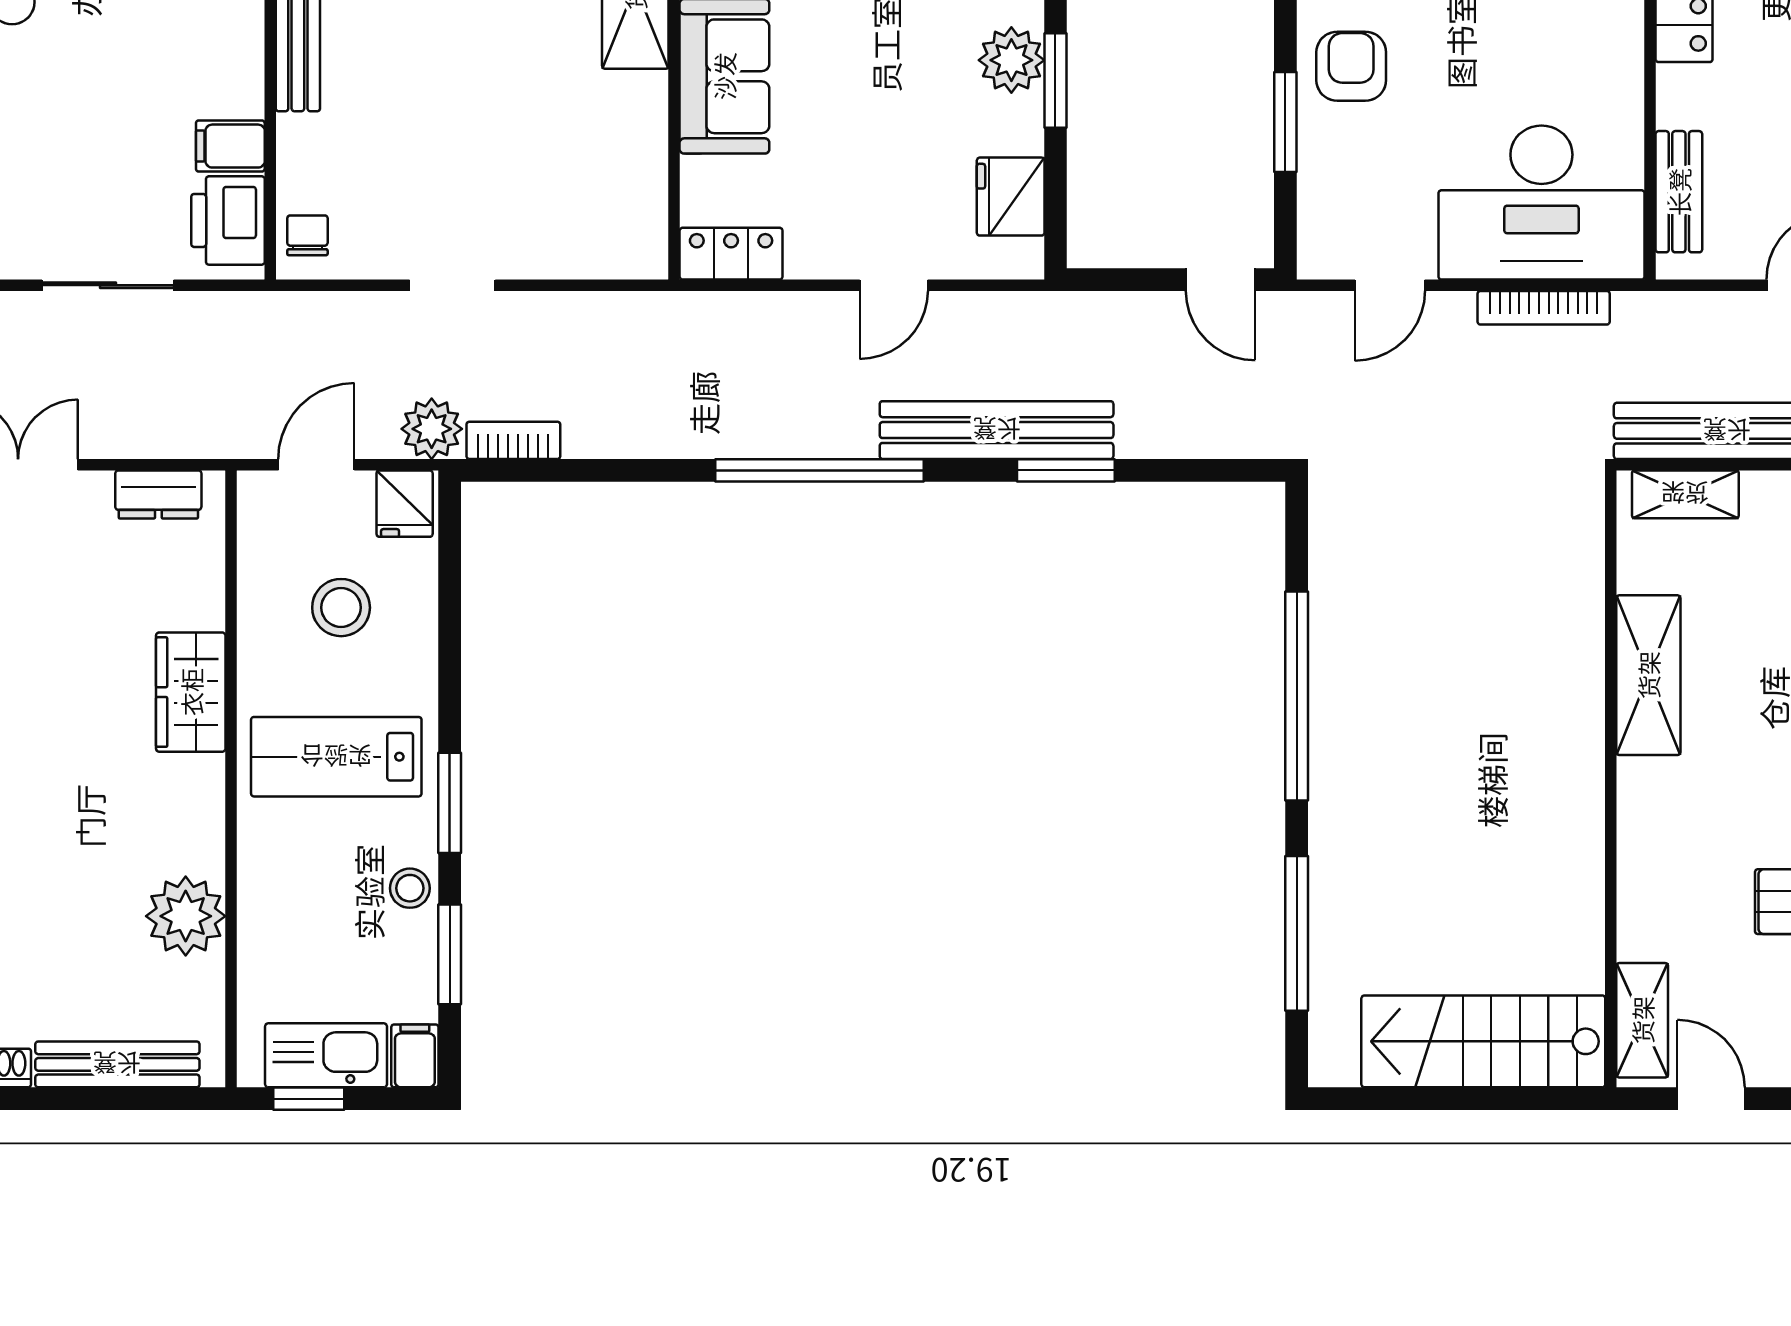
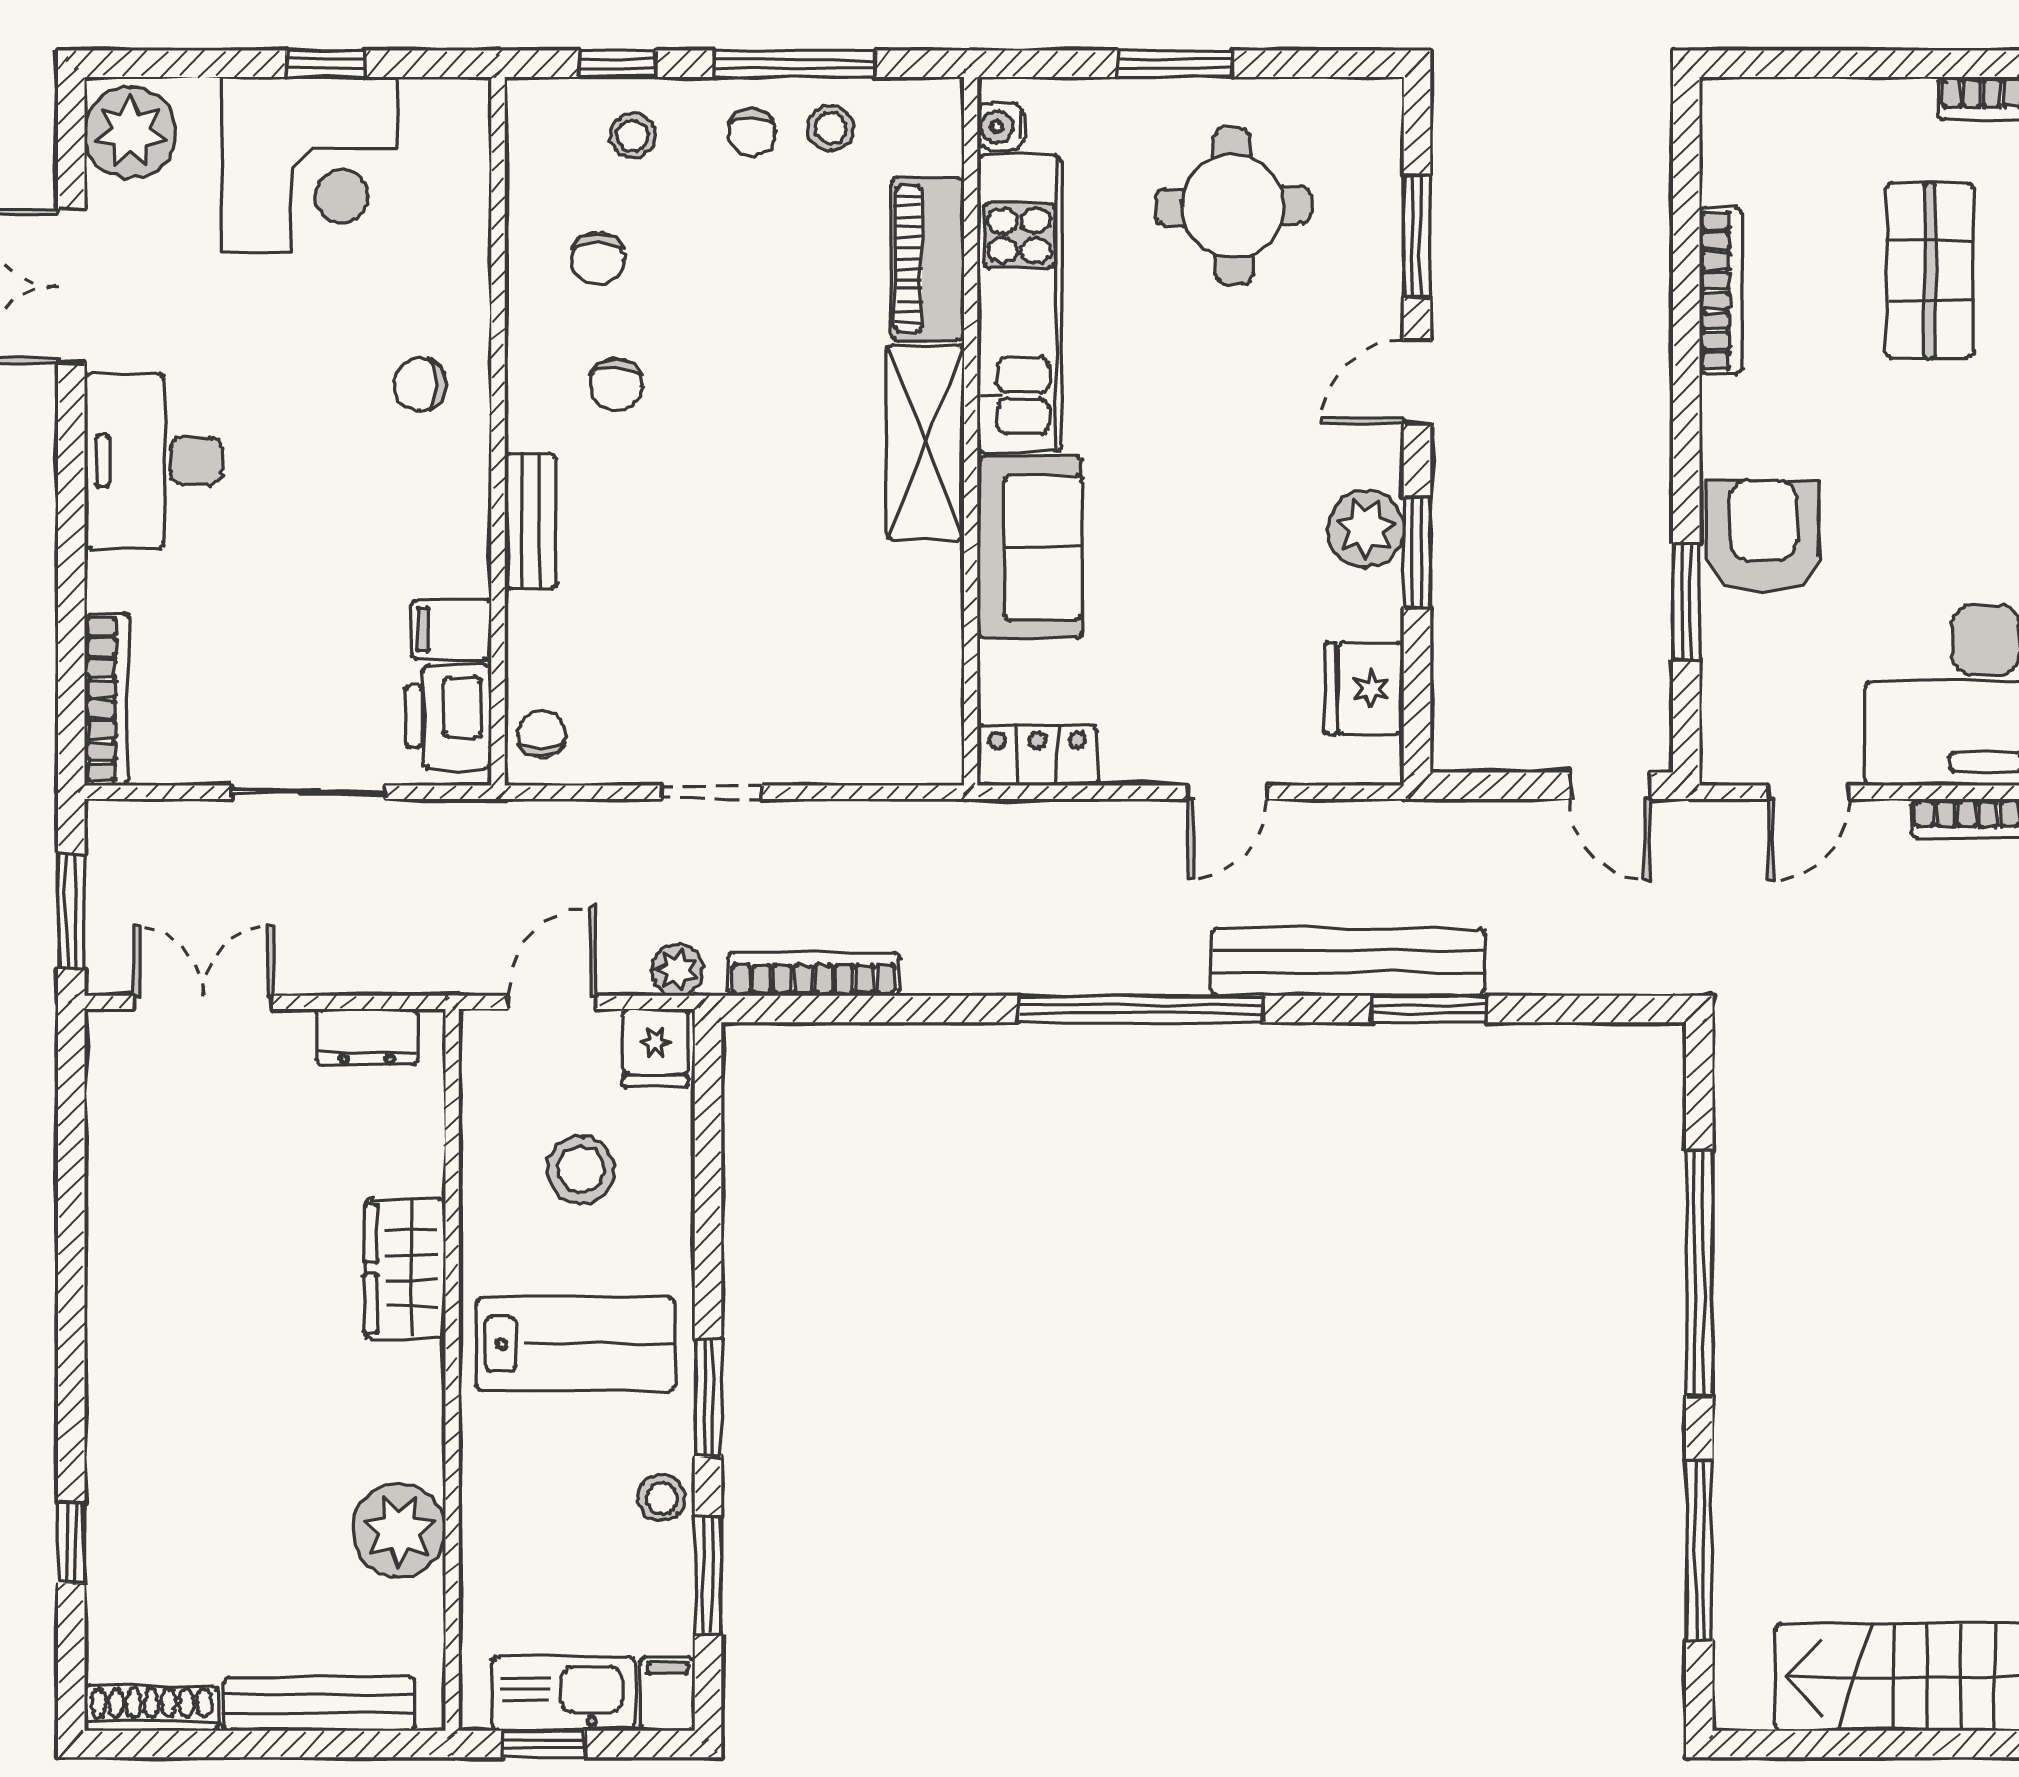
armchair: (1351, 66) -> (1763, 536), width x1.38, depth x1.38
plant: (432, 429) -> (677, 970), width x0.73, depth x0.73
bookcase: (513, 440) -> (813, 974), width x1.56
lab bench: (336, 757) -> (575, 1344), turned 180

